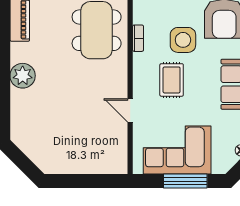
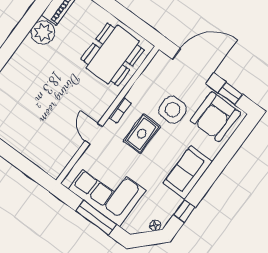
bookcase: (138, 38) -> (120, 110), moved
plant: (23, 76) -> (43, 32), moved

